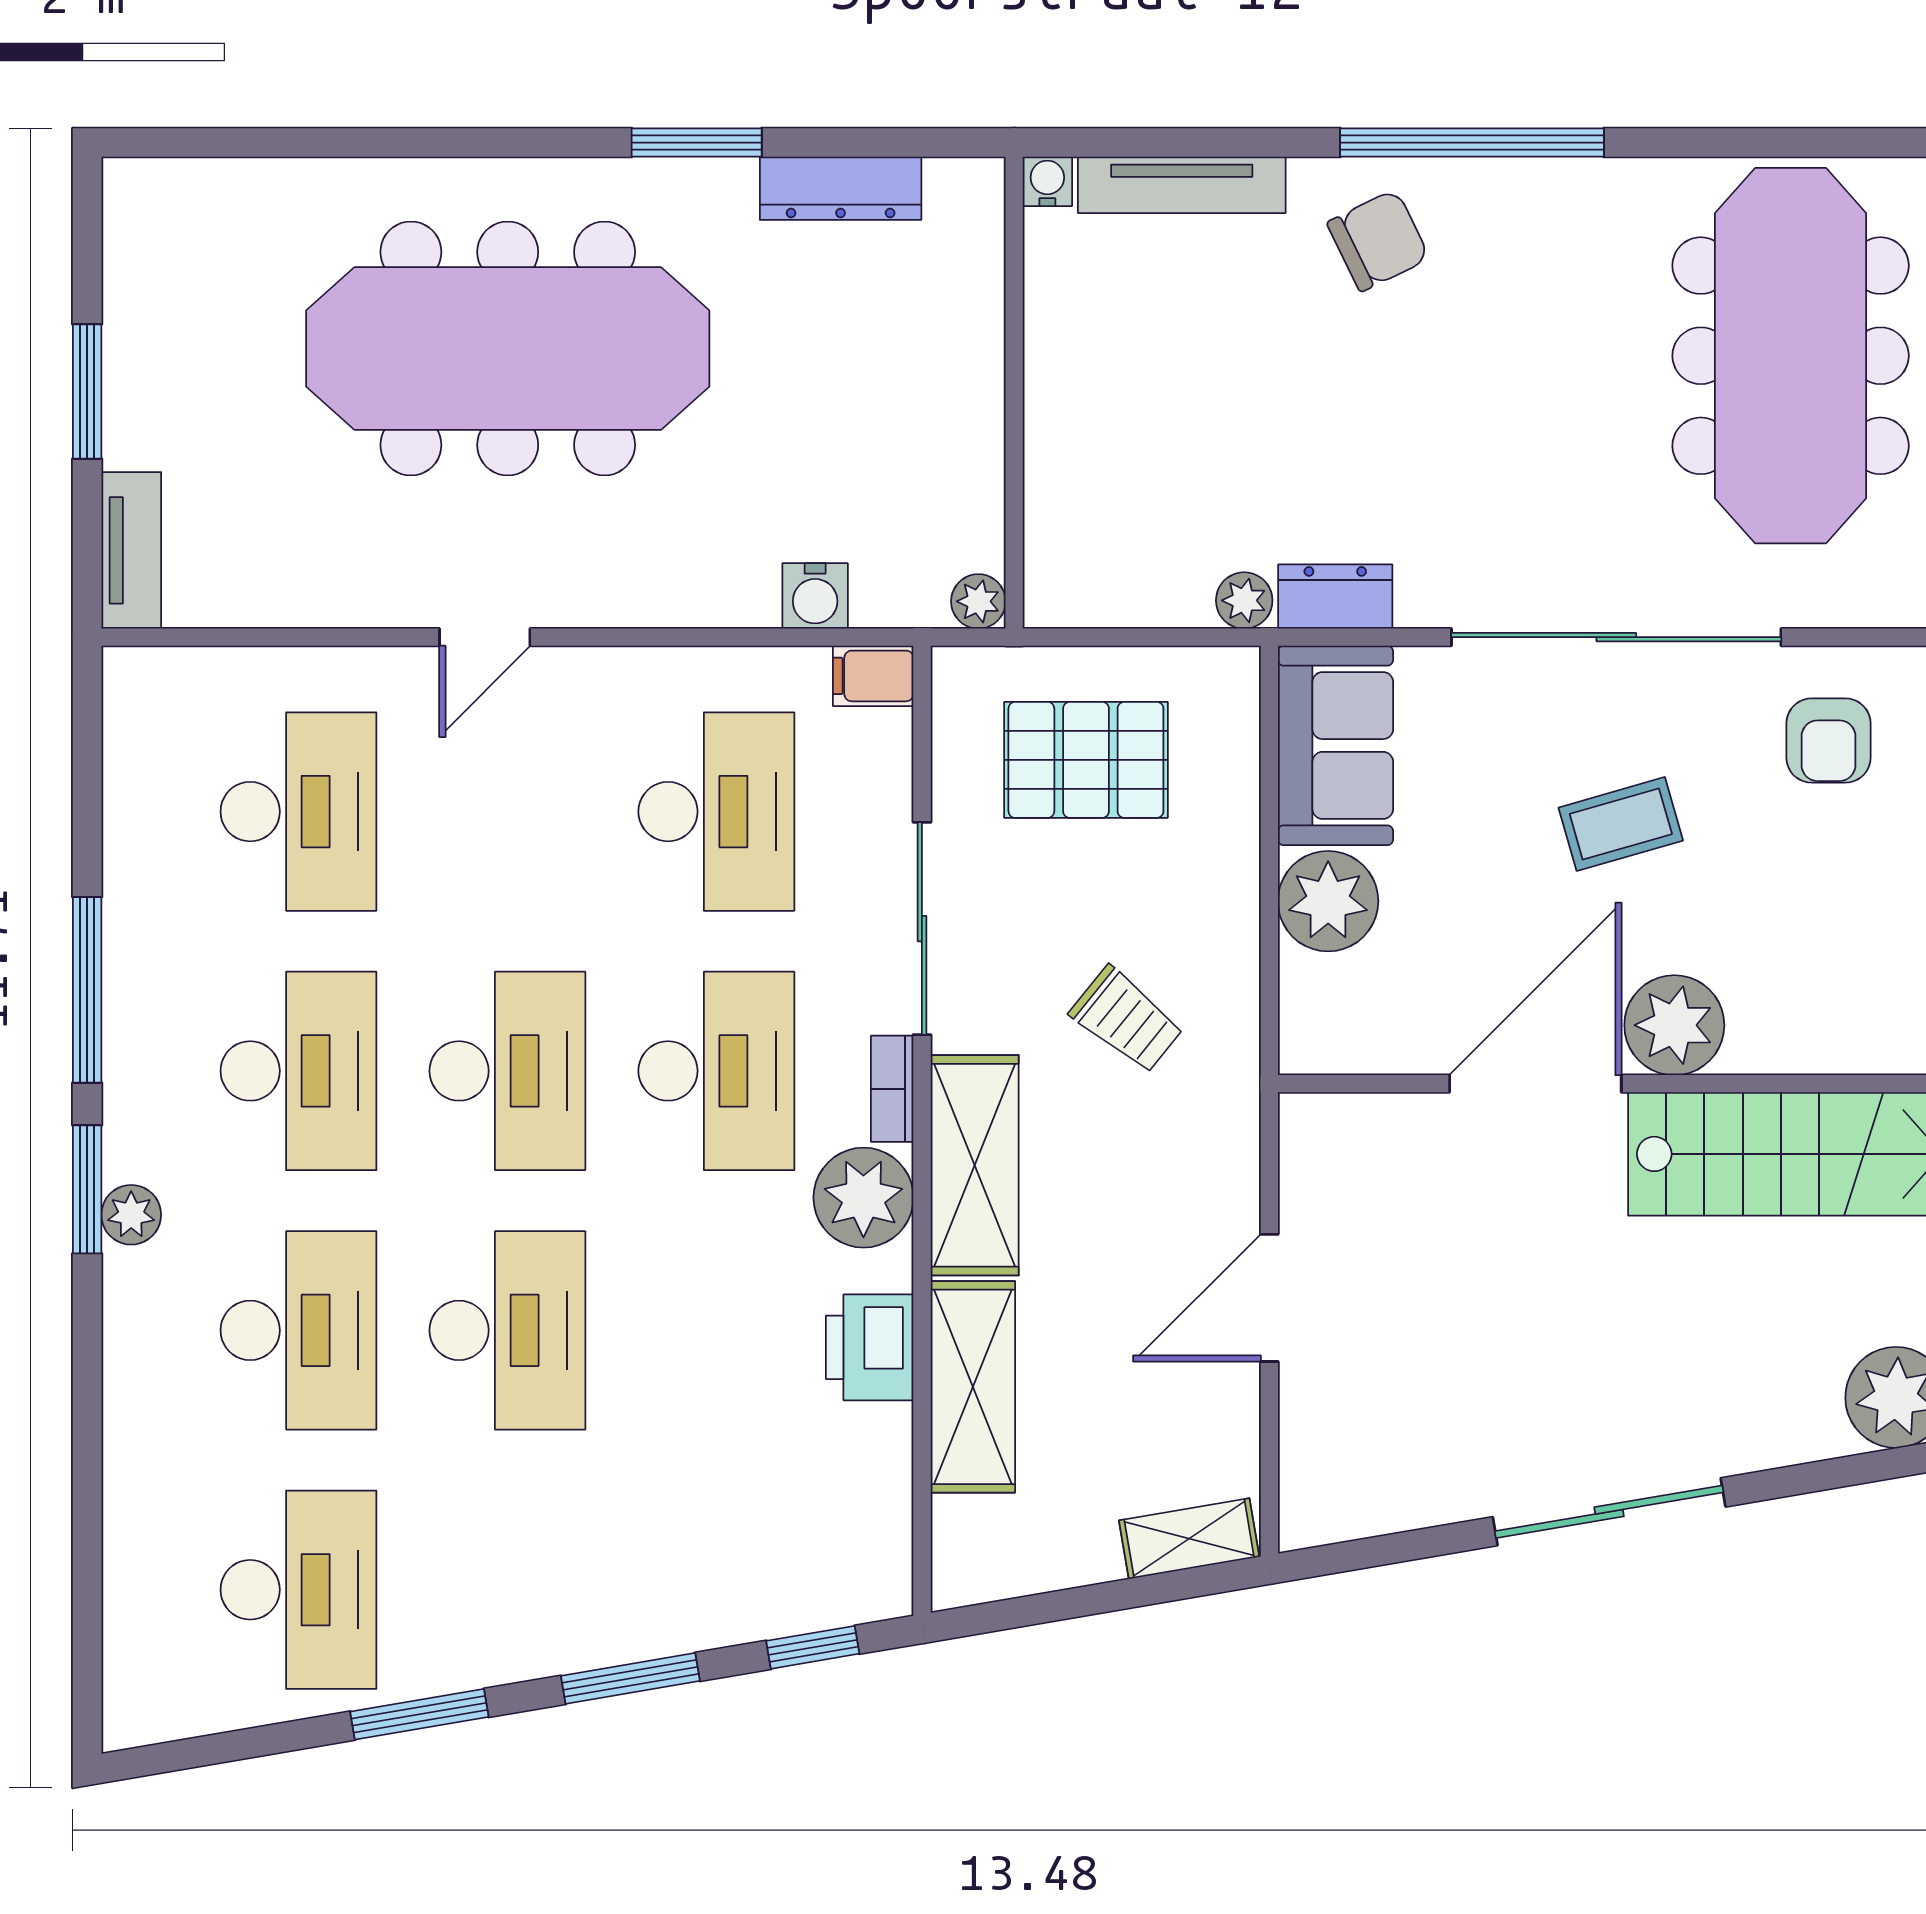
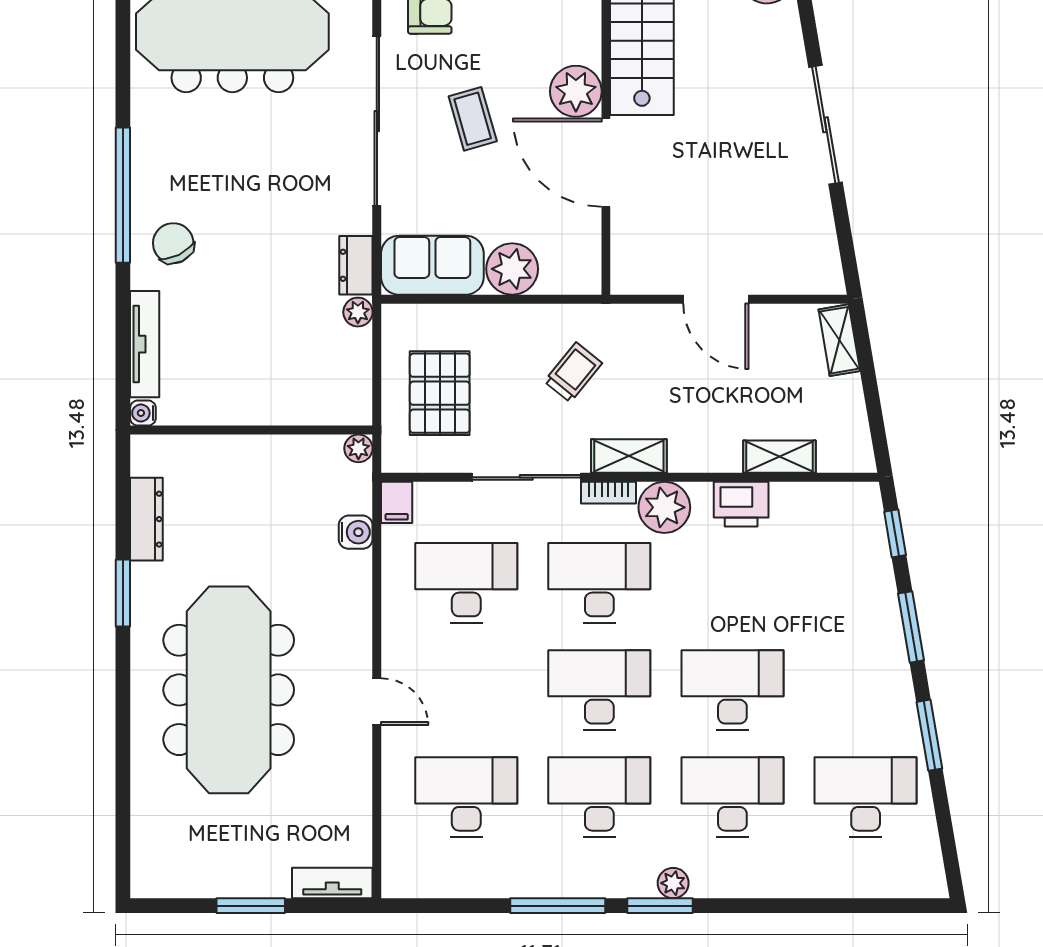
shelving: (975, 1165) -> (629, 456), width x0.67, depth x0.75
shelving: (973, 1387) -> (779, 457), width x0.67, depth x0.75

